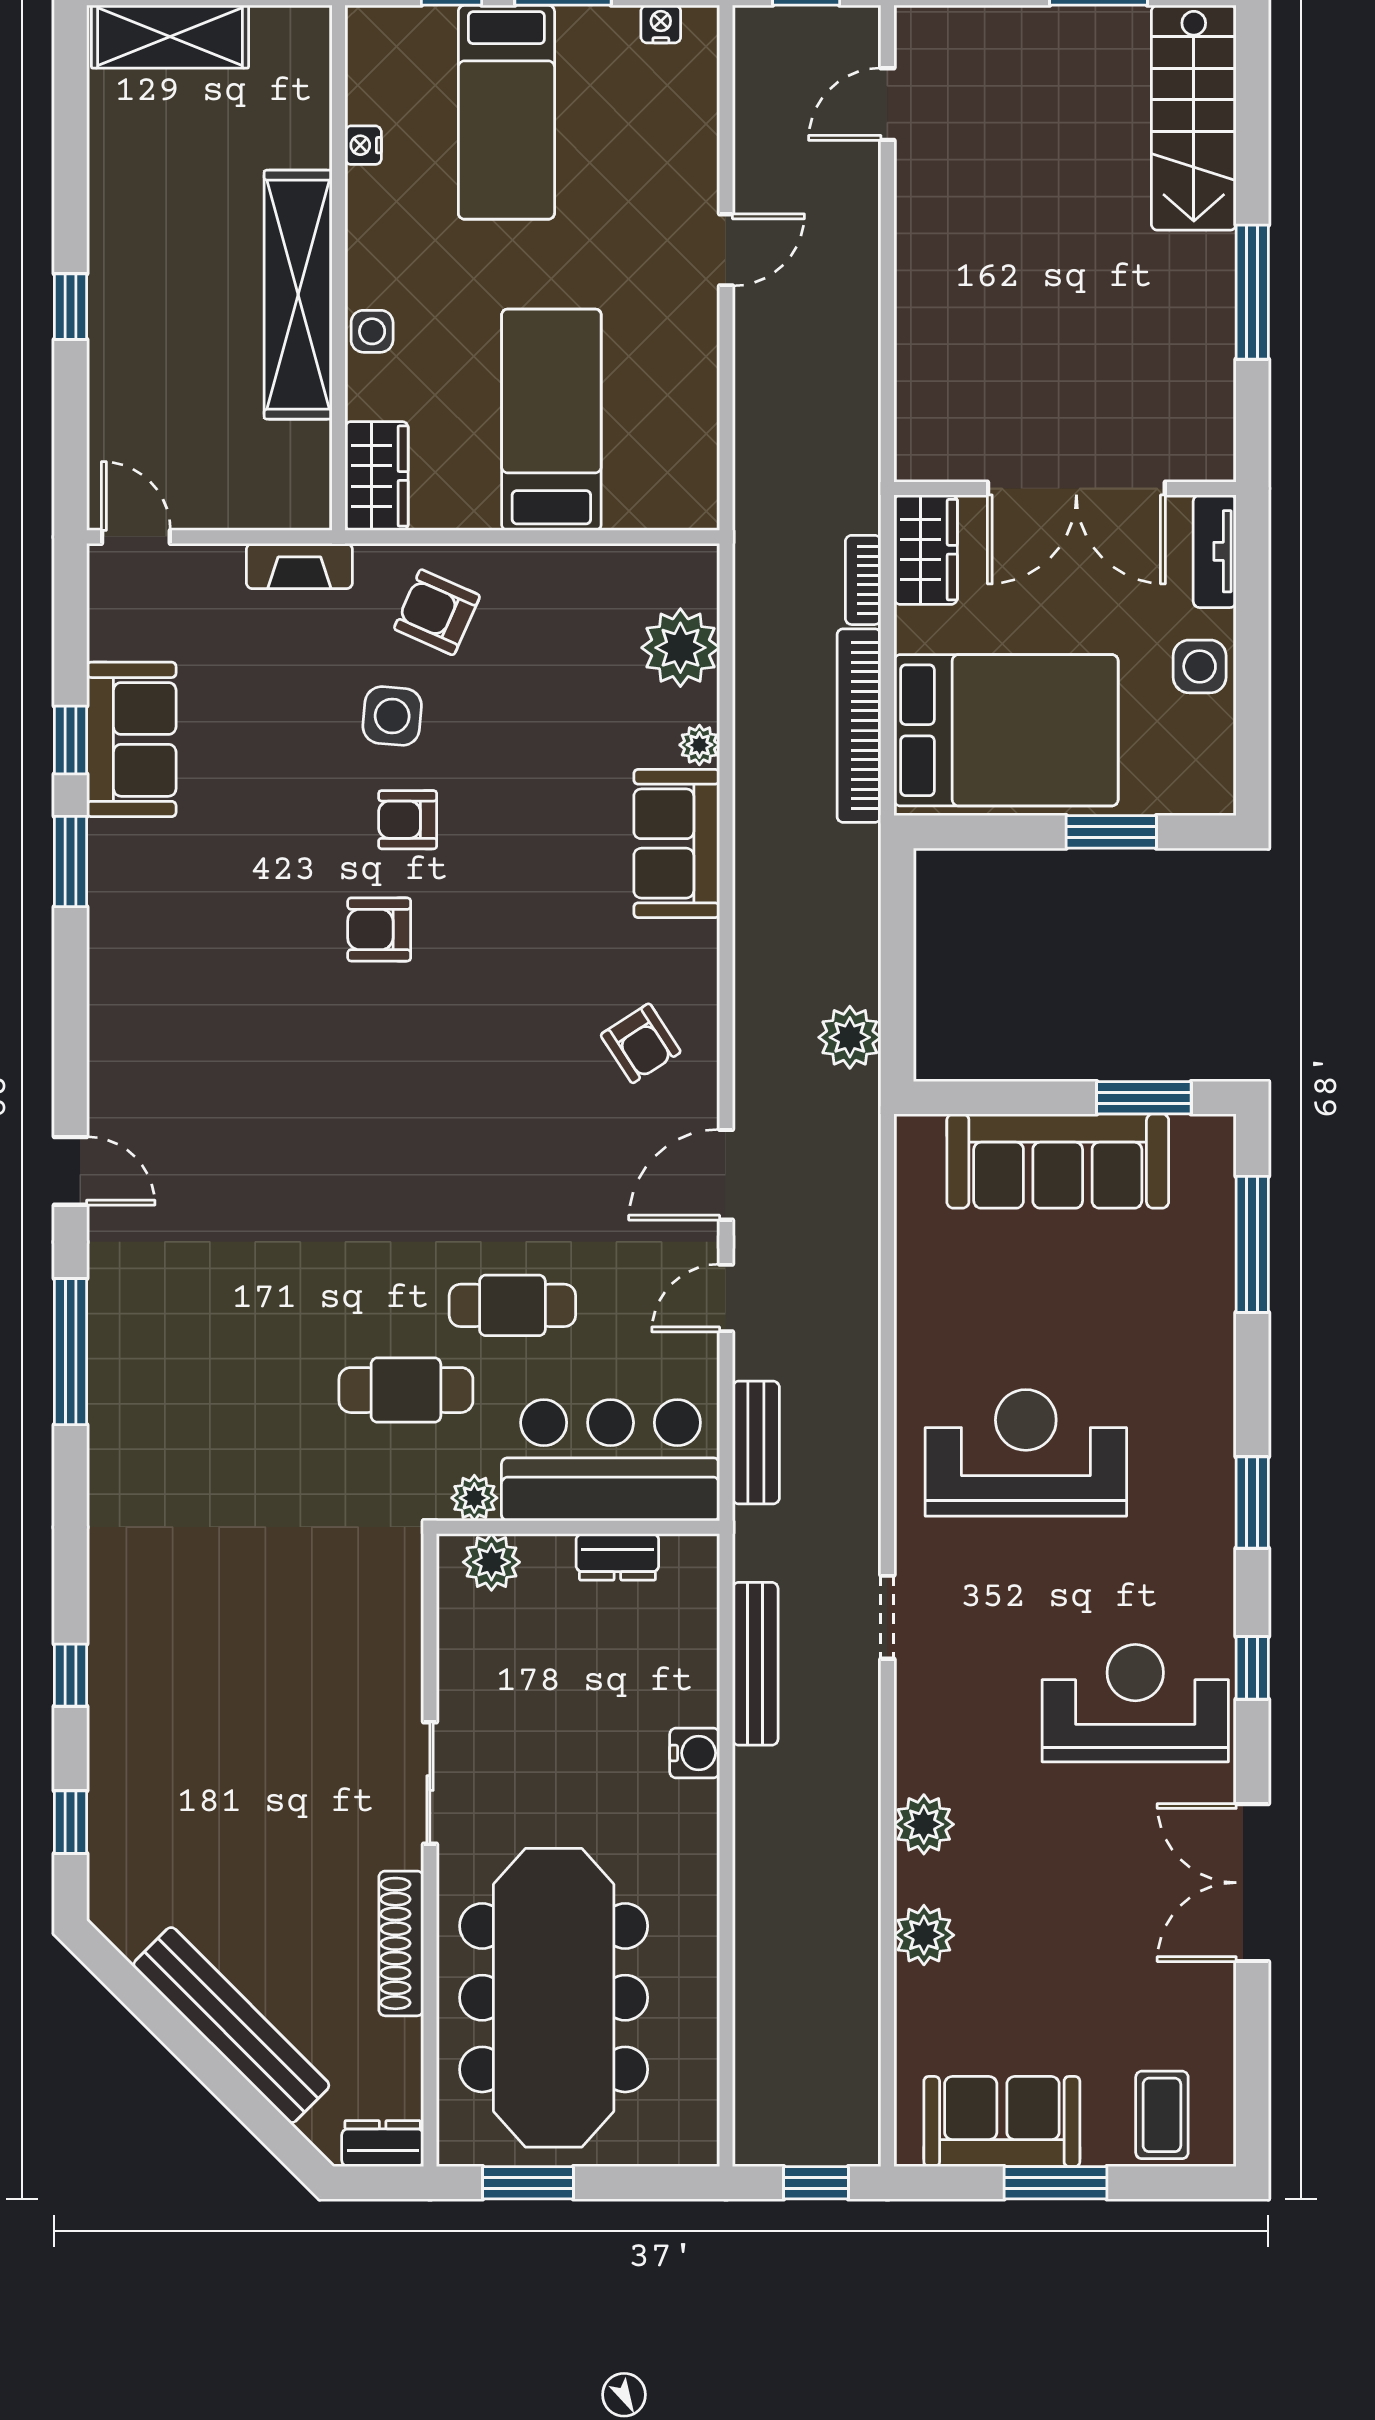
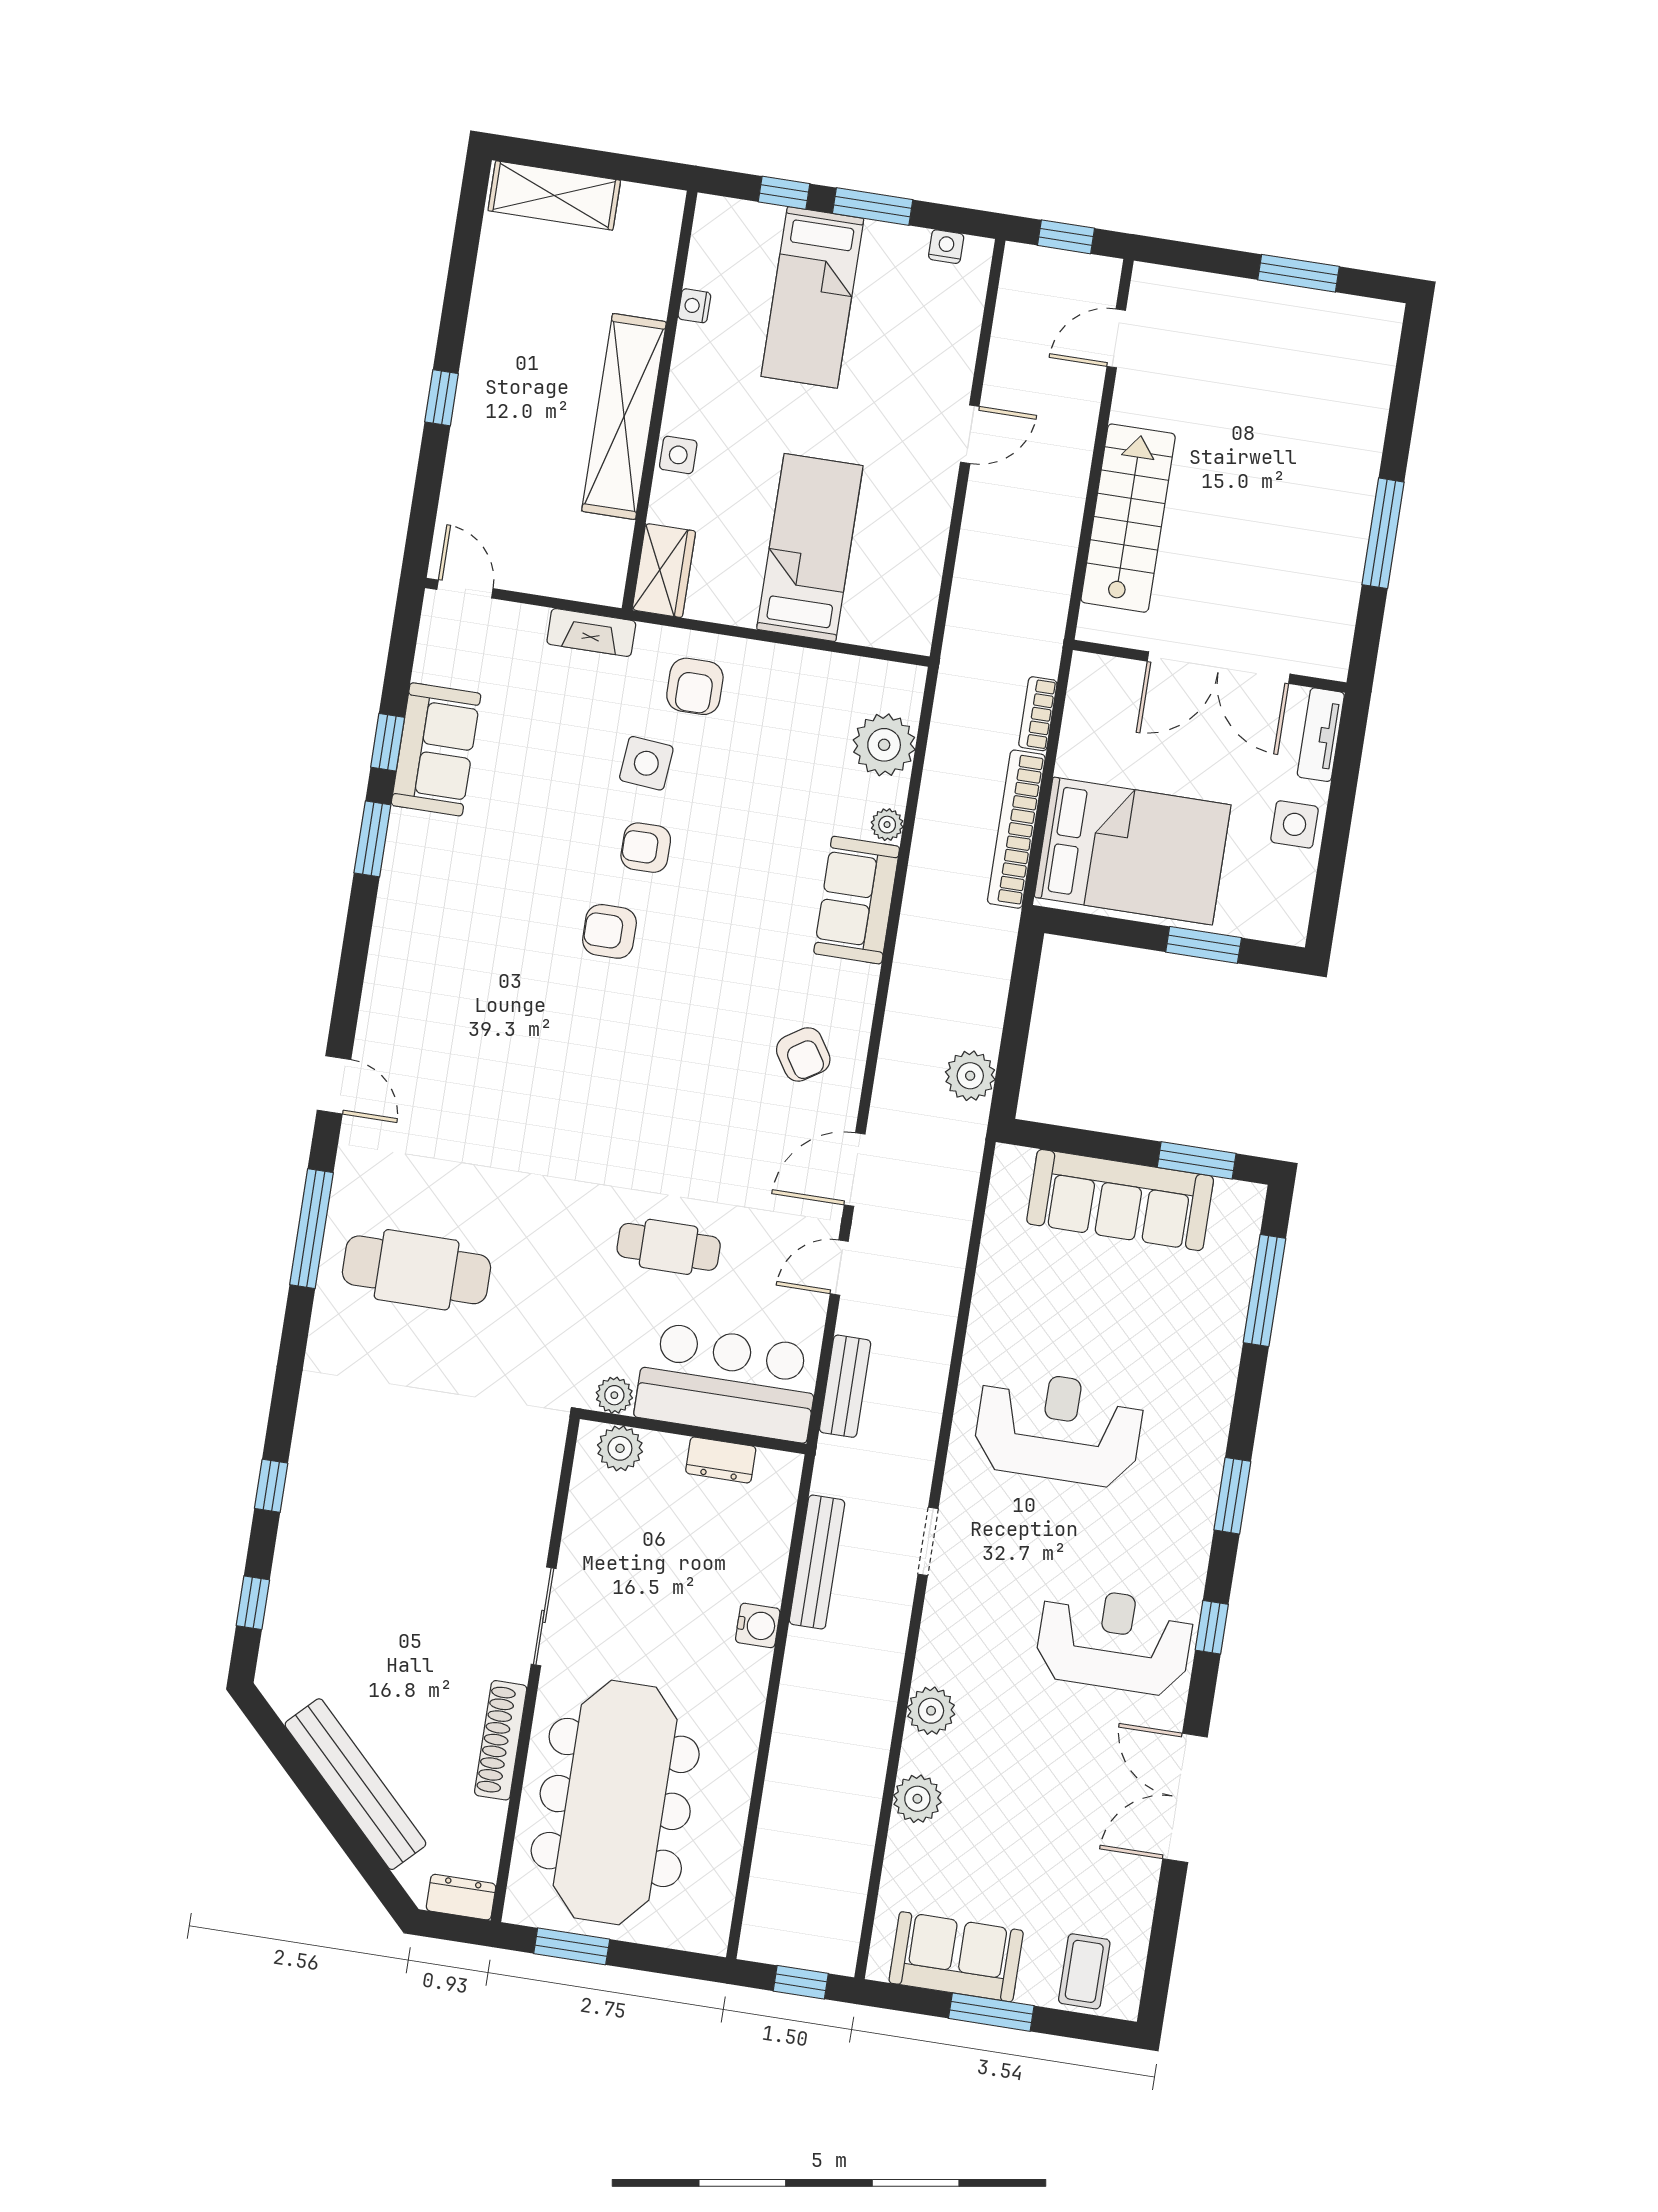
stairs: (1194, 118) -> (1128, 518), moved, turned 180
wardrobe: (926, 550) -> (1091, 697), removed
armchair: (437, 612) -> (695, 686), turned -114
cafe table: (406, 1390) -> (417, 1270), moved, width x1.37, depth x1.35

